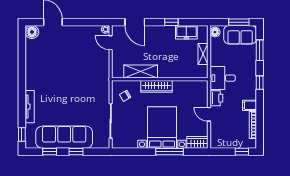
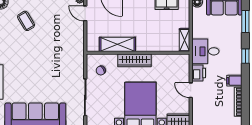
coffee table: (56, 50) -> (26, 21), added
shelving: (203, 54) -> (184, 40), moved

